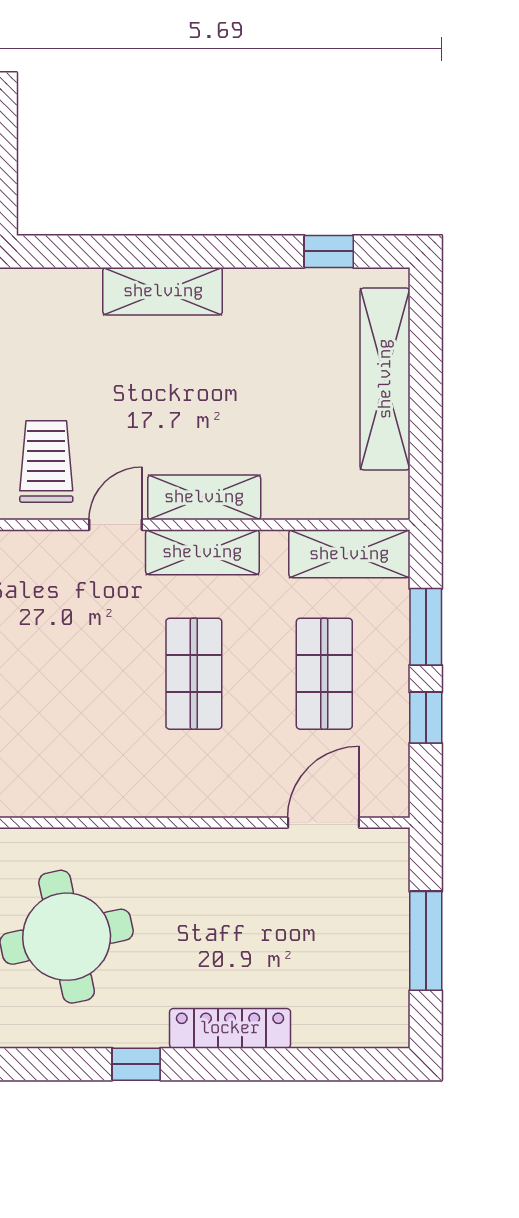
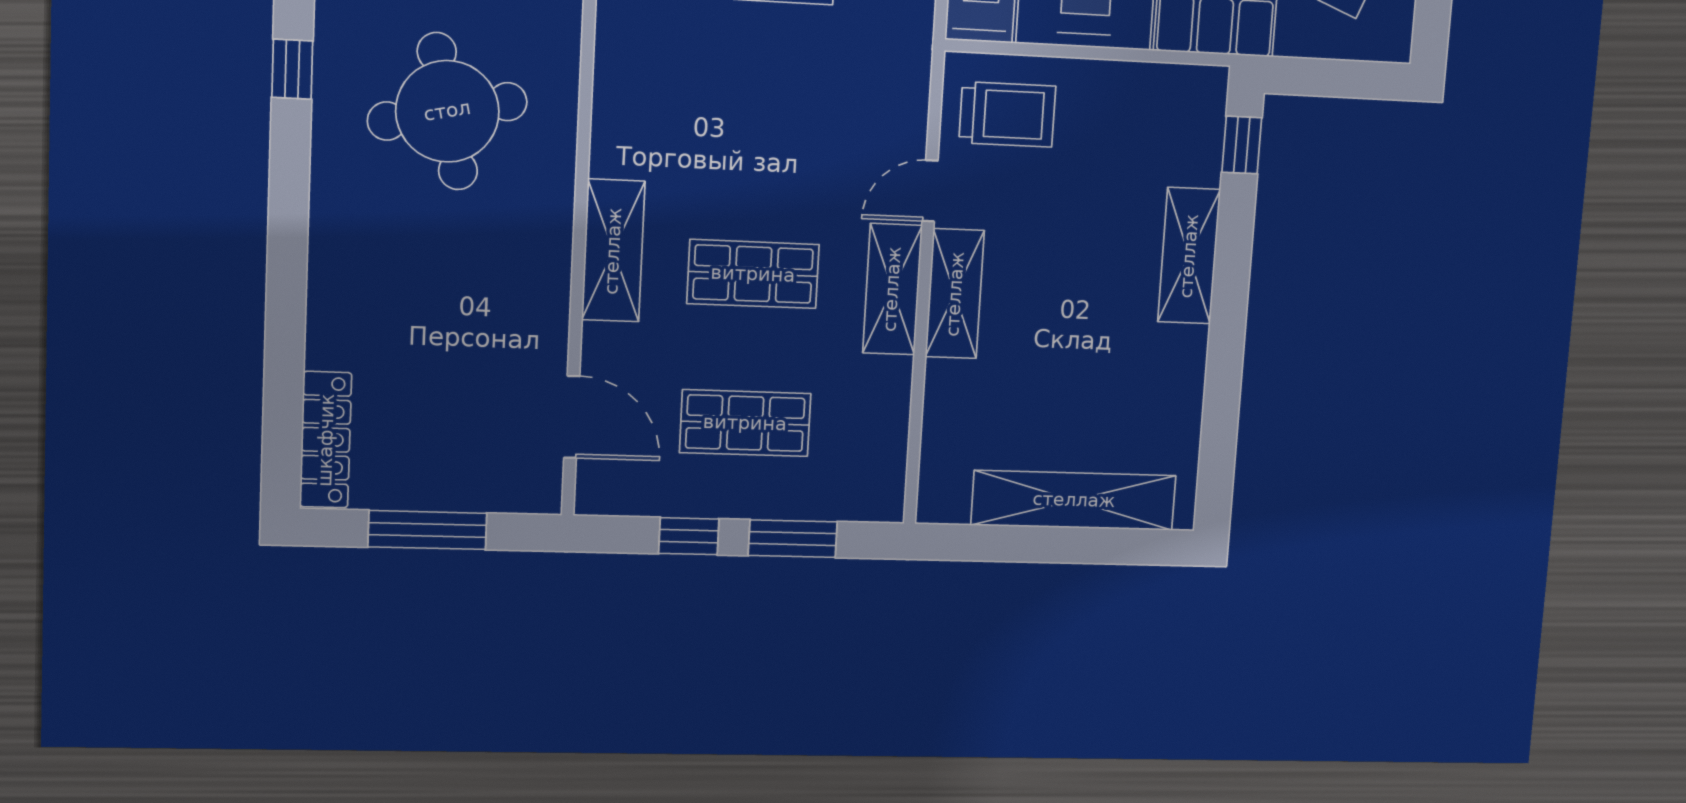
window: (329, 251) -> (1242, 145), moved
door: (115, 525) -> (930, 191), swing flipped
shelving: (349, 554) -> (613, 251), moved
locker: (230, 1028) -> (326, 440), moved
window: (136, 1064) -> (292, 69), moved

